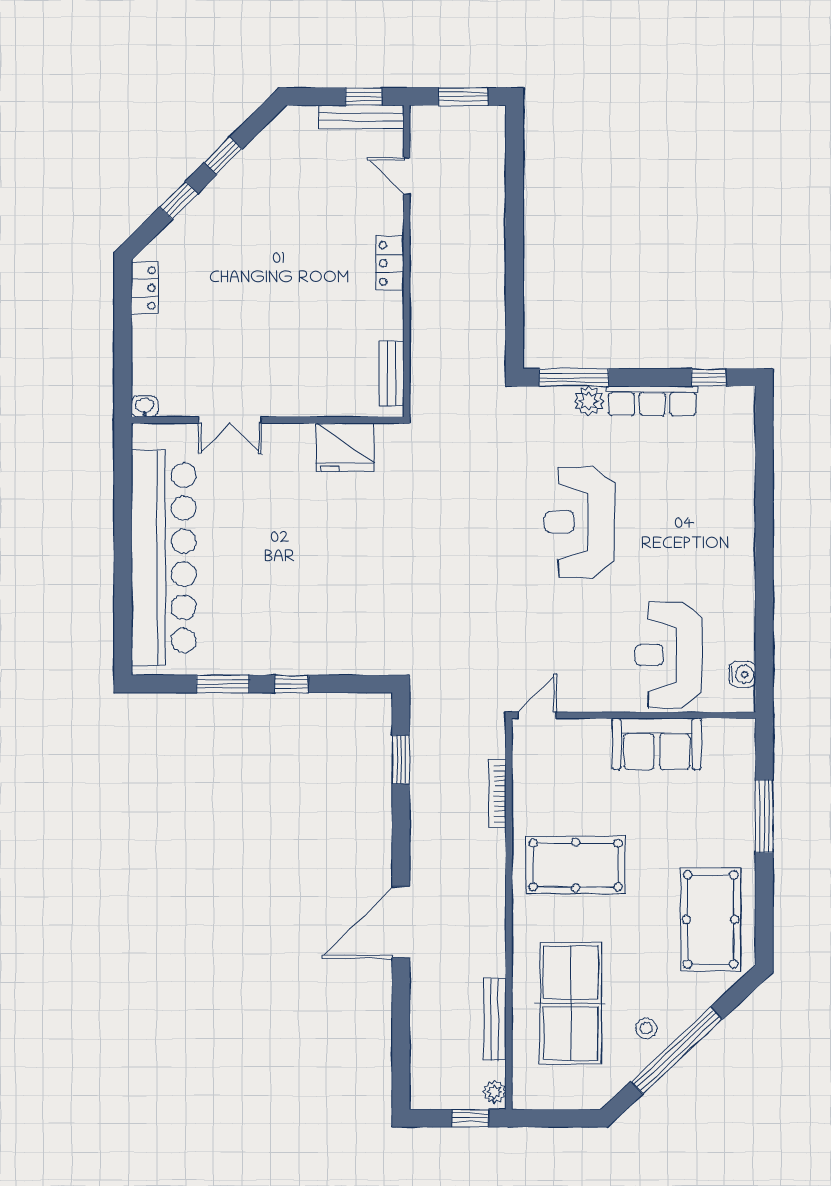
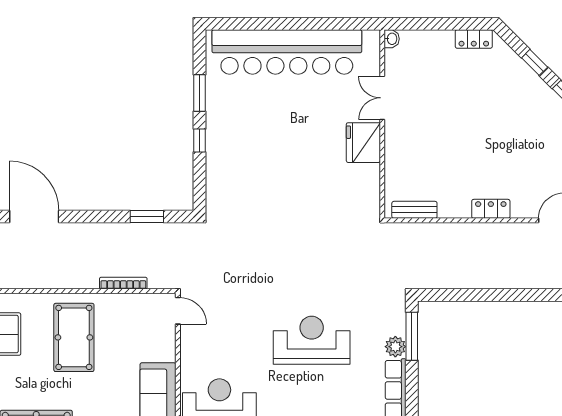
fridge: (345, 447) -> (363, 143), moved

